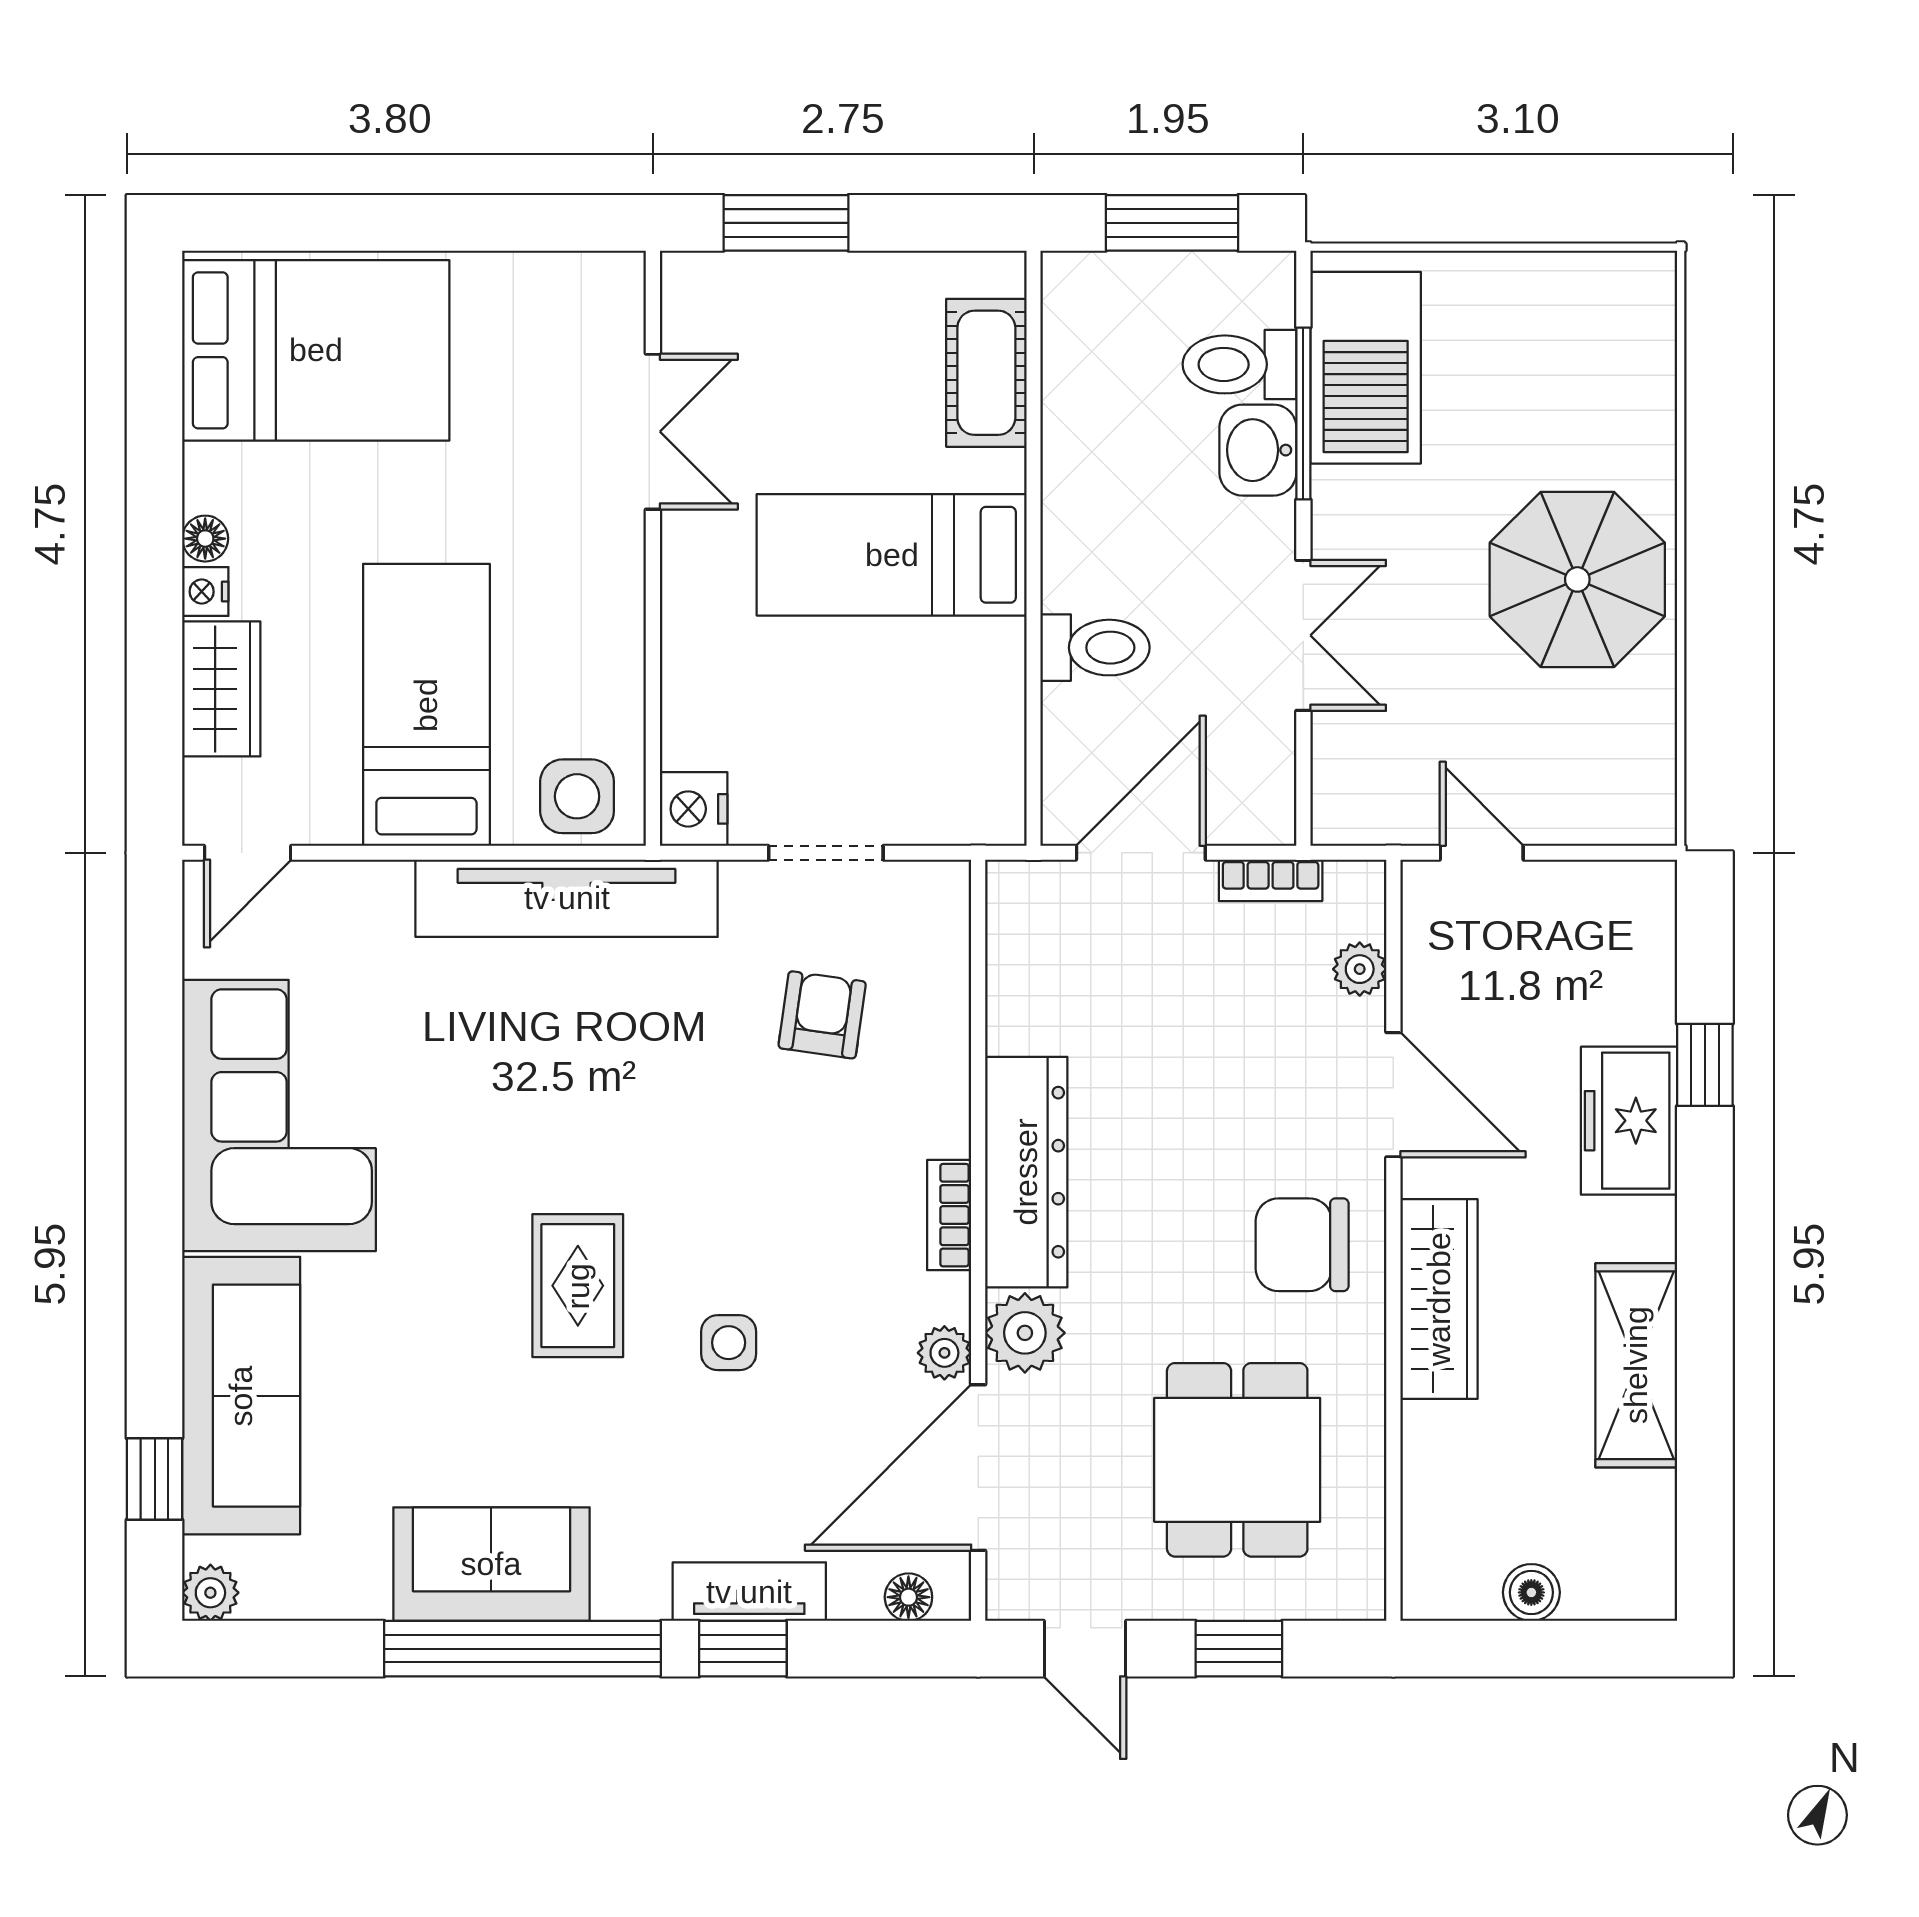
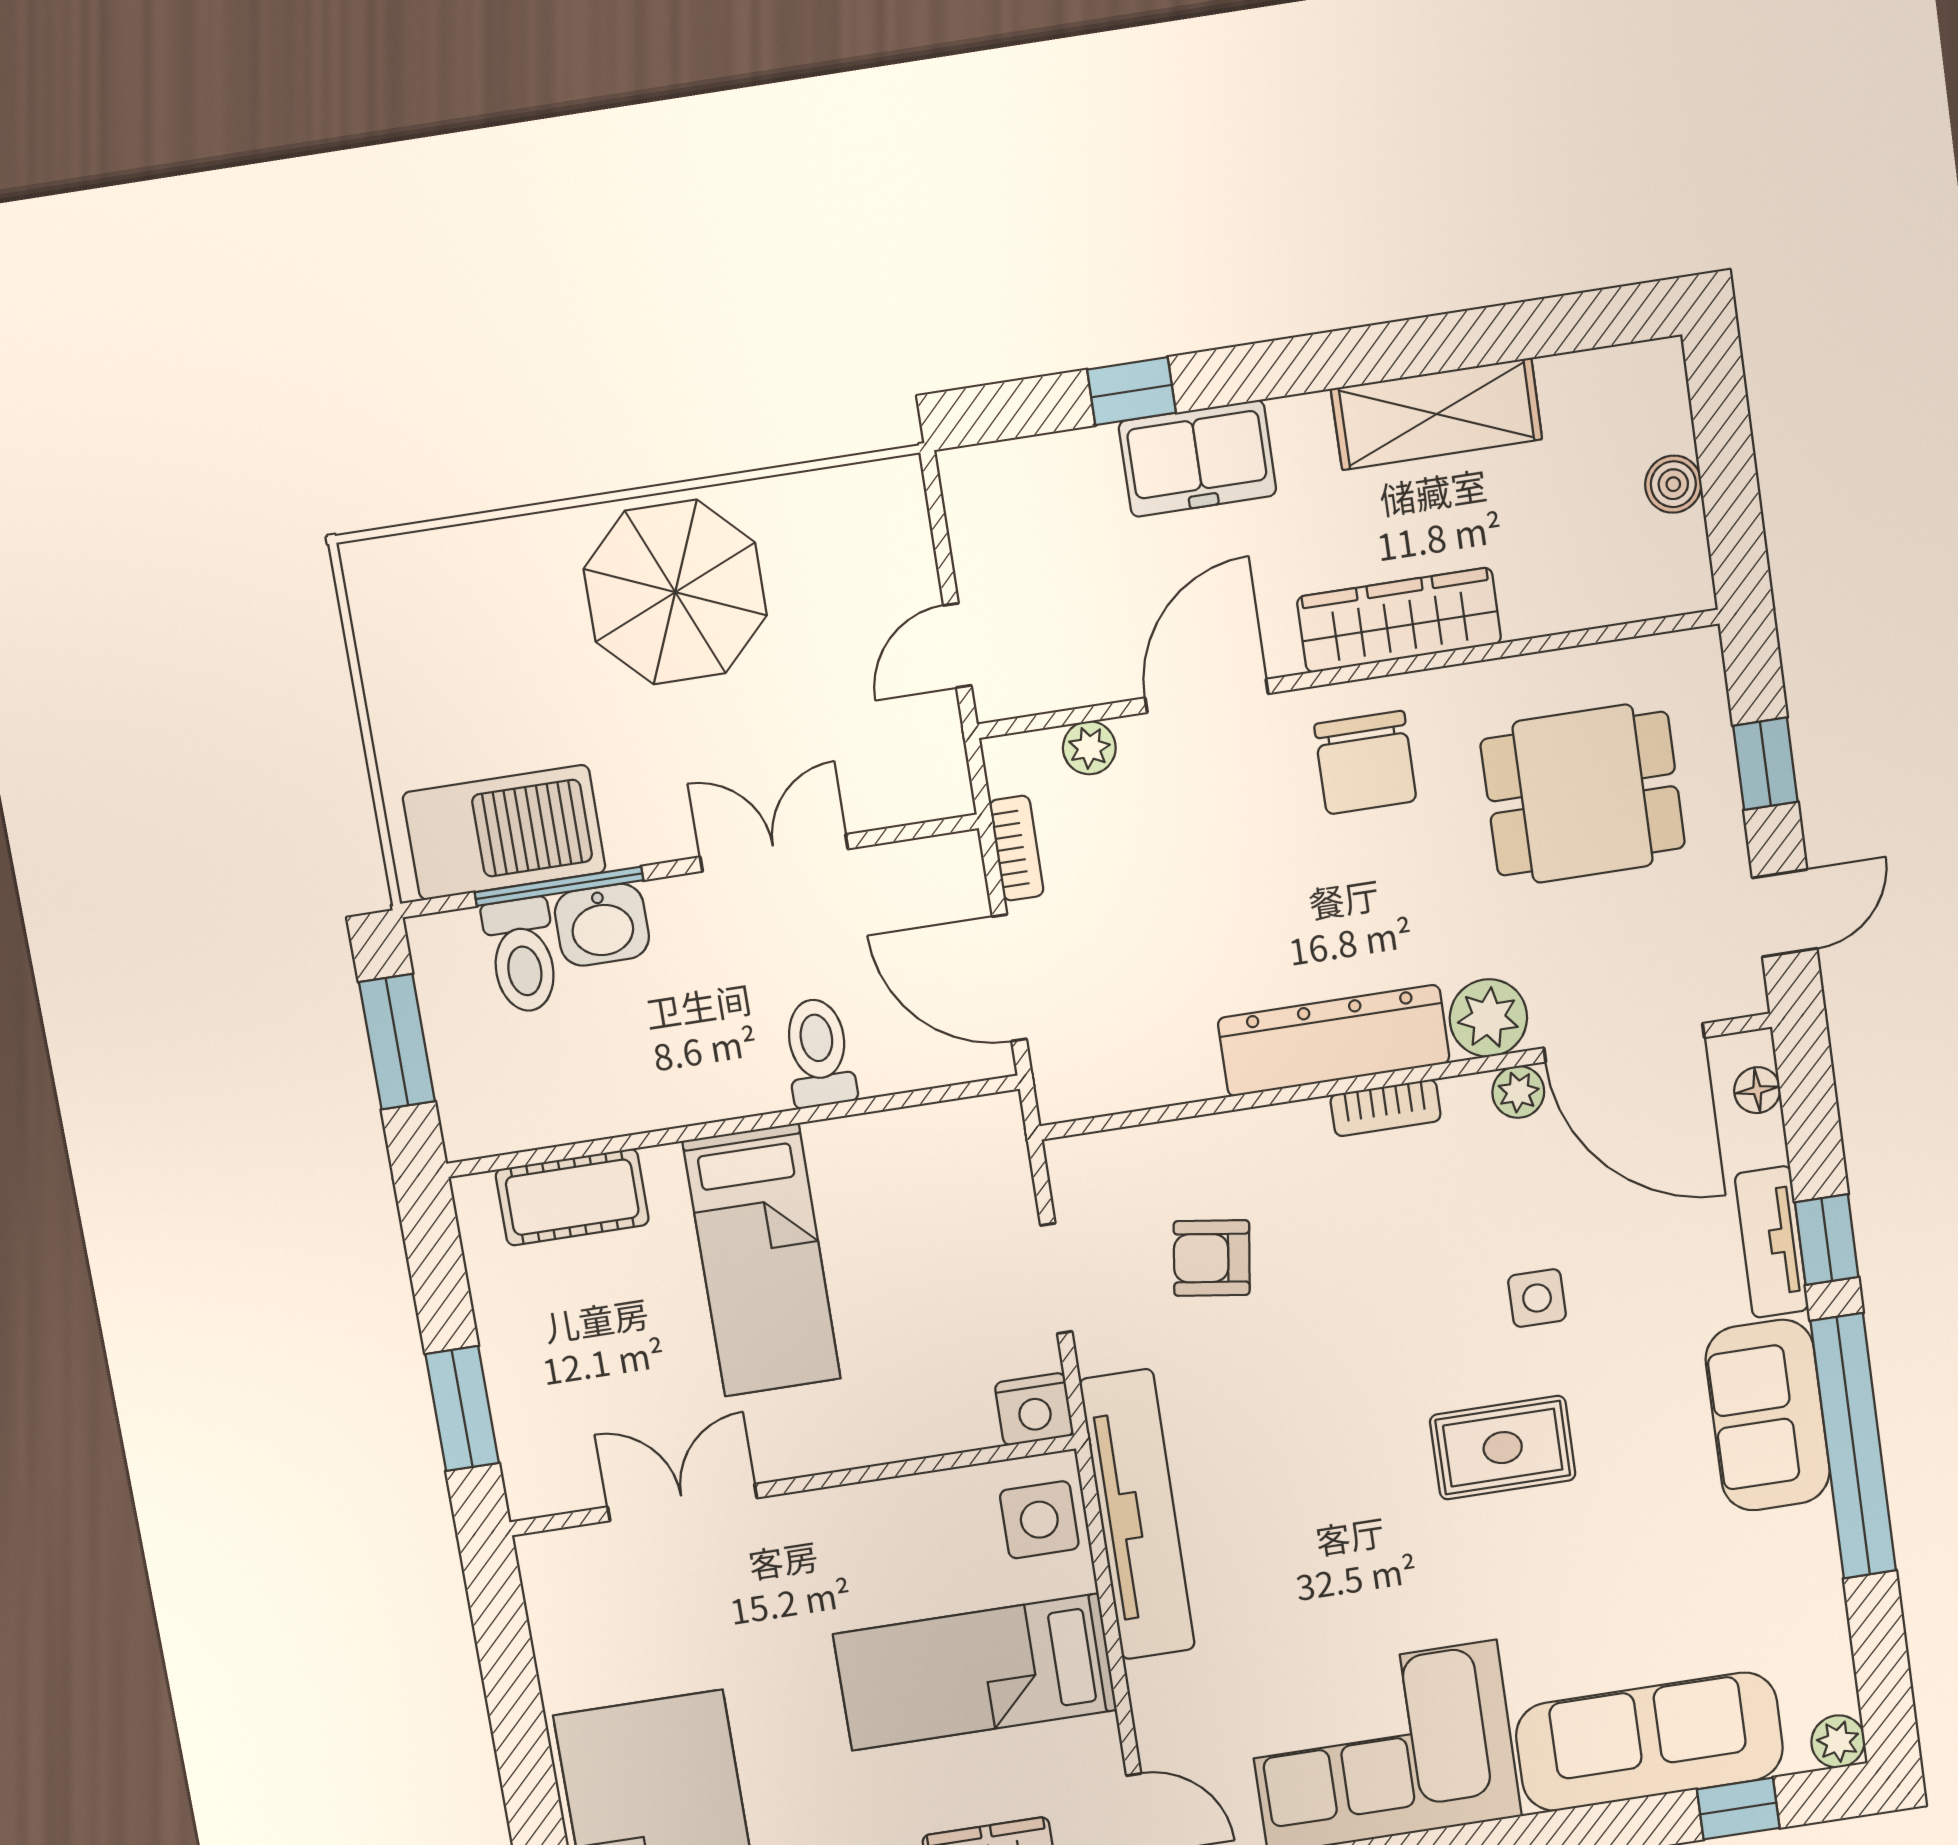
sofa: (491, 1564) -> (1768, 1415), moved

